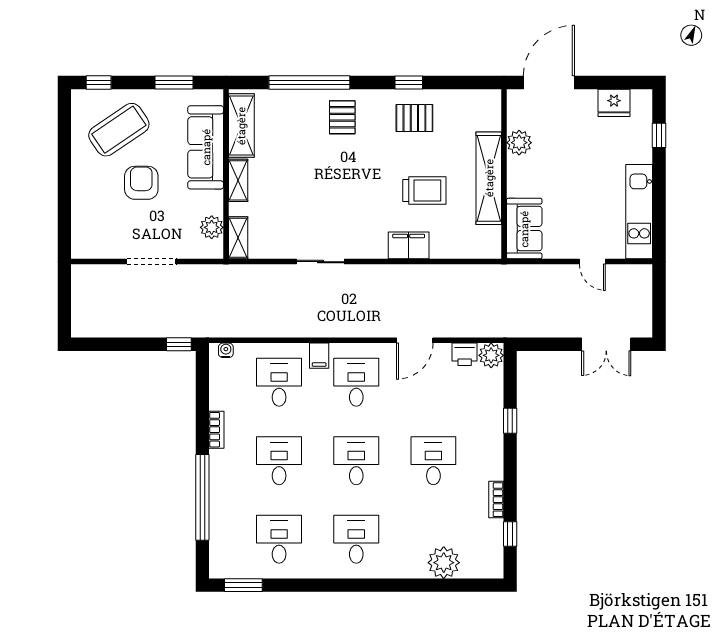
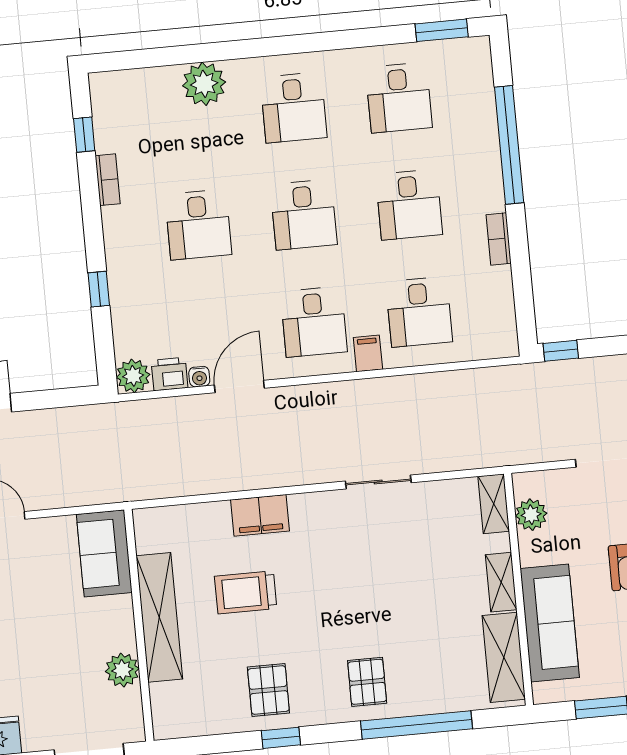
pallet: (414, 118) -> (268, 690), turned 90
water cooler: (226, 350) -> (199, 377), moved
plant: (444, 563) -> (204, 84), moved

